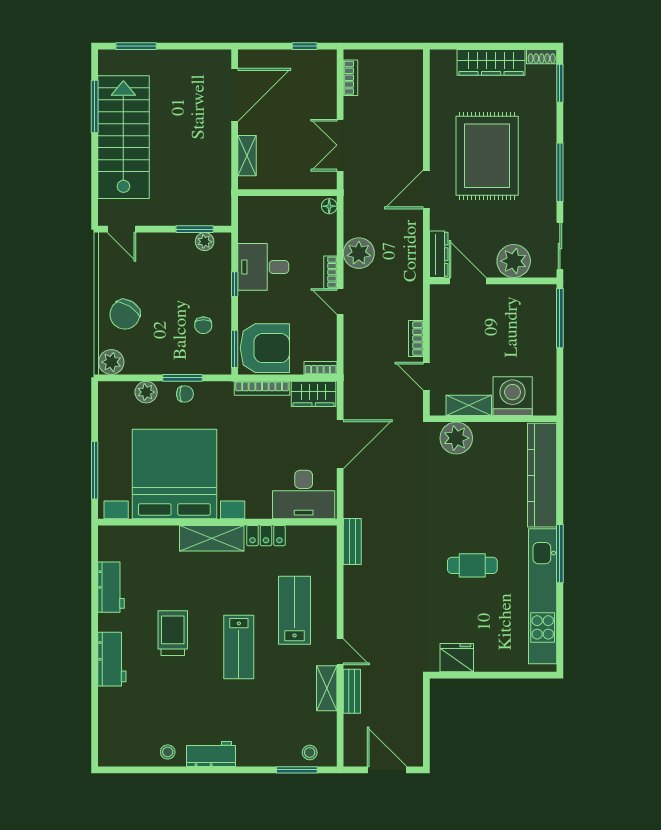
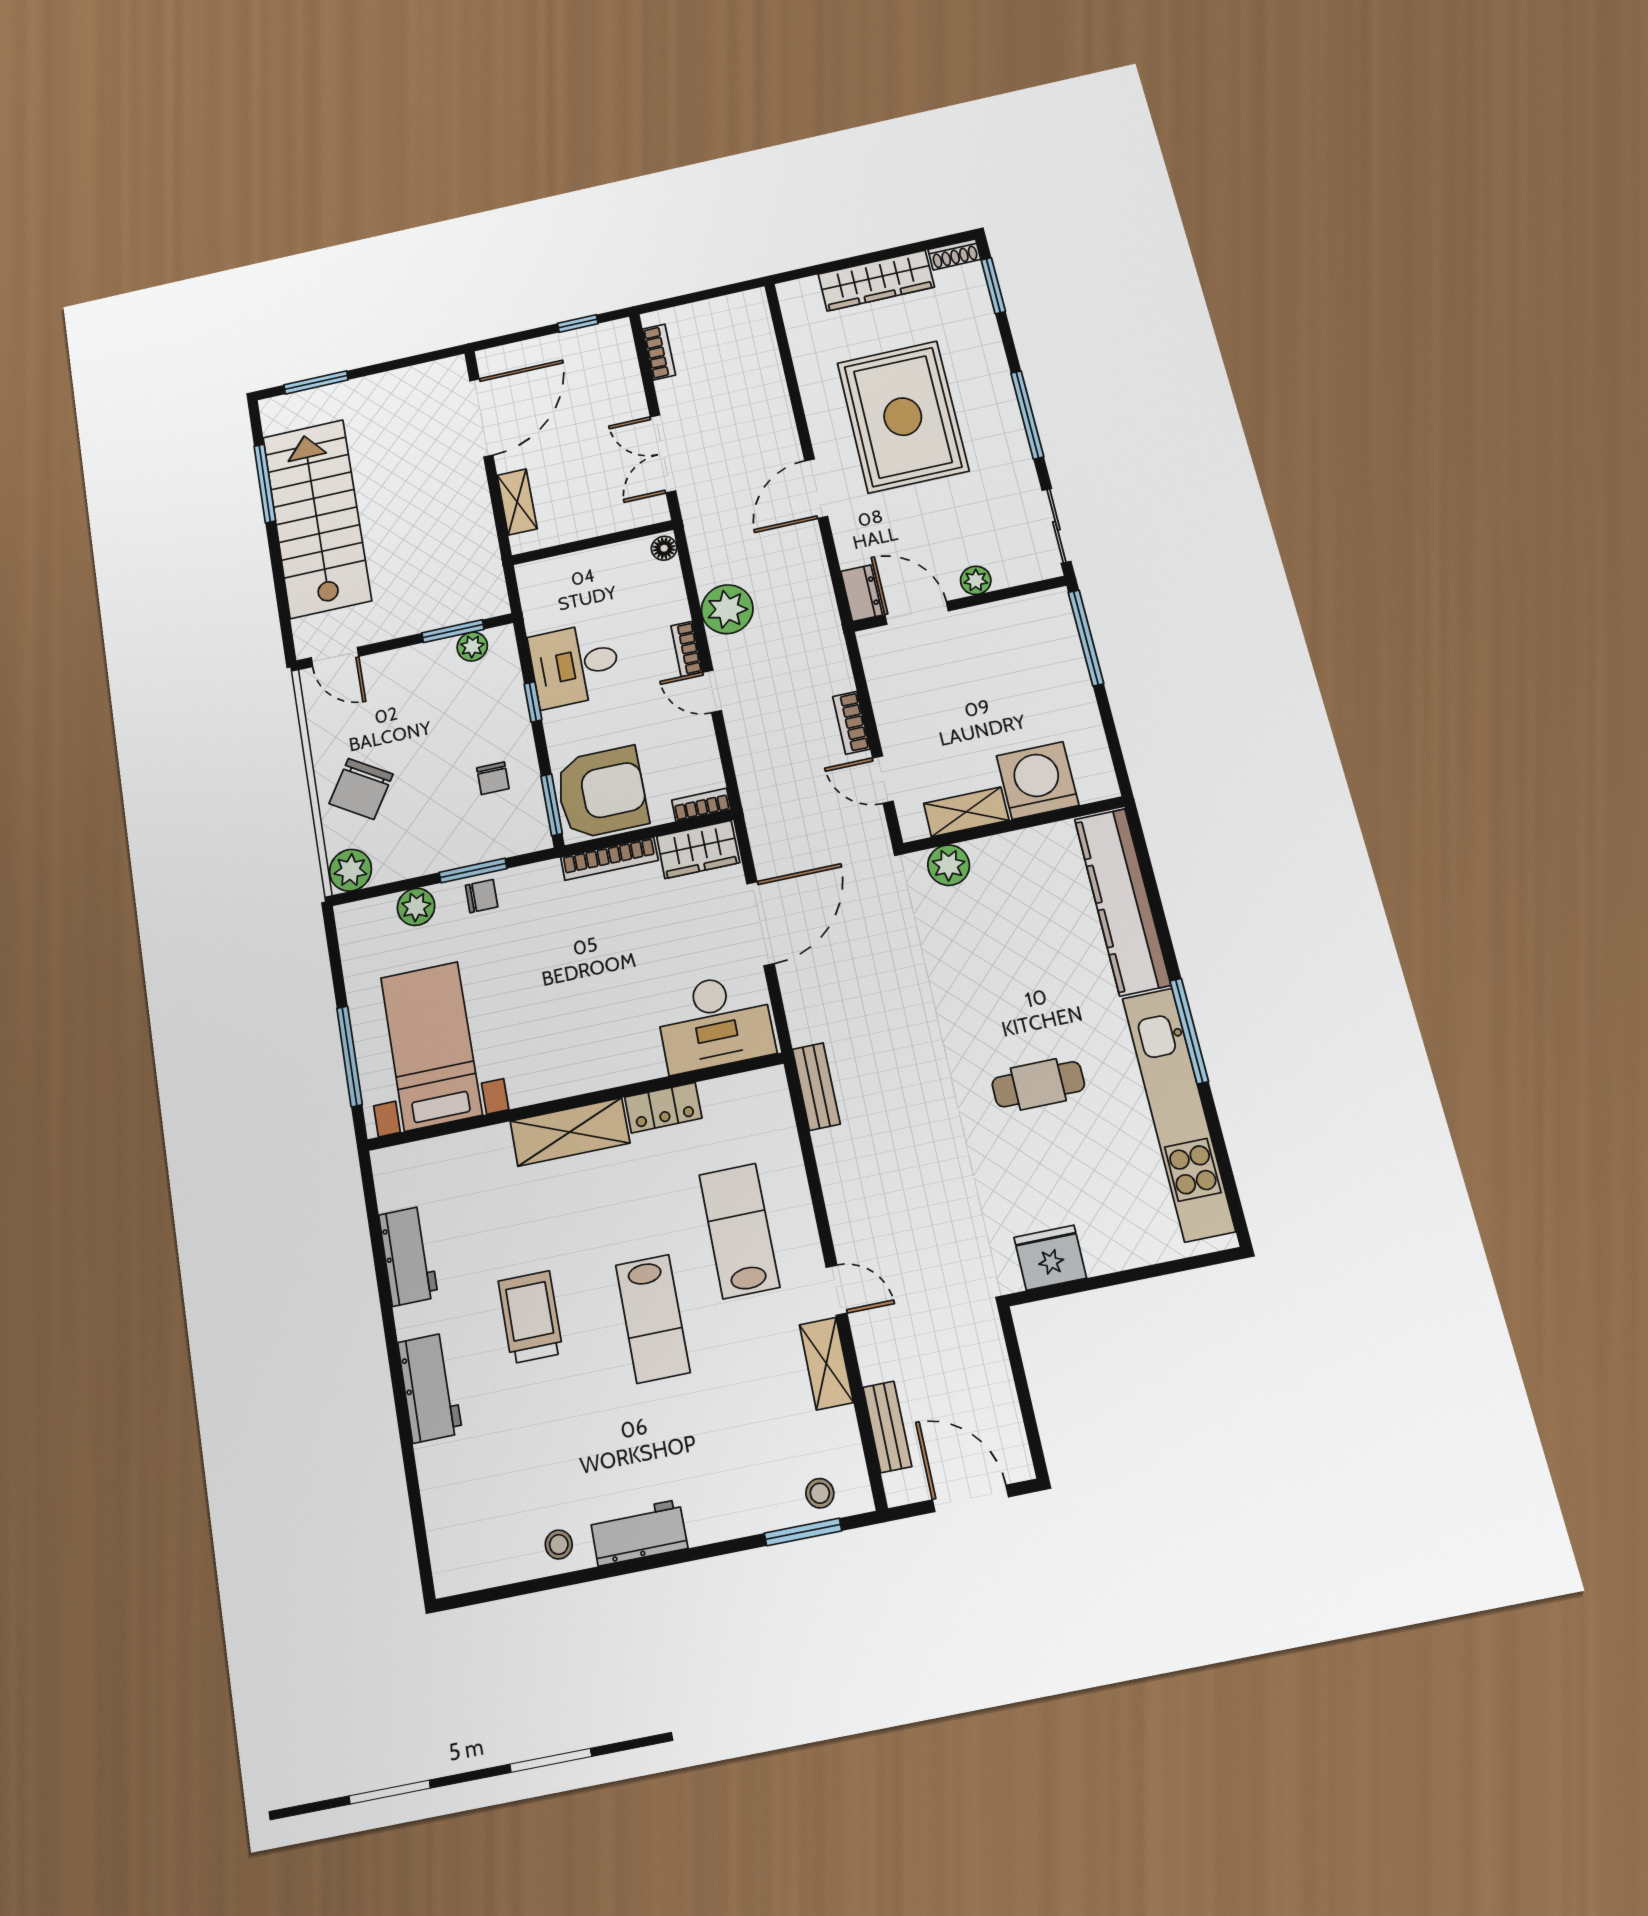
dresser: (439, 254) -> (862, 593), width x0.70
plant: (514, 261) -> (976, 580), width x0.53, depth x0.53
plant: (456, 438) -> (949, 865), width x0.73, depth x0.73
bed with nightstands: (174, 474) -> (431, 1046), width x0.54
bench: (352, 691) -> (887, 1427), moved

